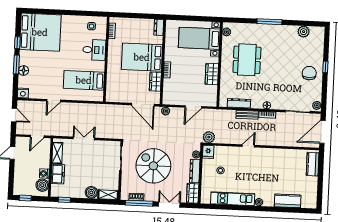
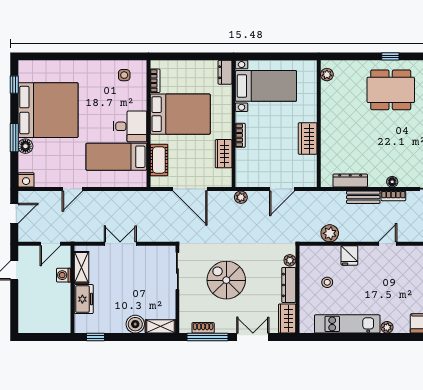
window: (269, 22) -> (390, 56), width x0.46
bed: (40, 32) -> (48, 110), moved
bed with nightstands: (199, 38) -> (266, 86), moved, turned 180
window: (17, 43) -> (14, 85), moved
desk: (94, 50) -> (130, 126), moved
bed: (142, 57) -> (180, 114), moved, turned 180
dining table: (247, 60) -> (391, 90), moved, turned 90
cot: (112, 84) -> (159, 160), added
door: (143, 105) -> (190, 189), moved
door: (14, 115) -> (14, 213), hinge flipped
plant: (209, 137) -> (330, 233), moved
door: (248, 146) -> (388, 244), moved
fridge: (208, 152) -> (349, 255), moved
spiral stairs: (153, 166) -> (226, 280), width x0.73, depth x0.73
washing machine: (44, 174) -> (64, 275), moved
boiler: (42, 185) -> (61, 317), removed
window: (25, 198) -> (37, 337), removed

